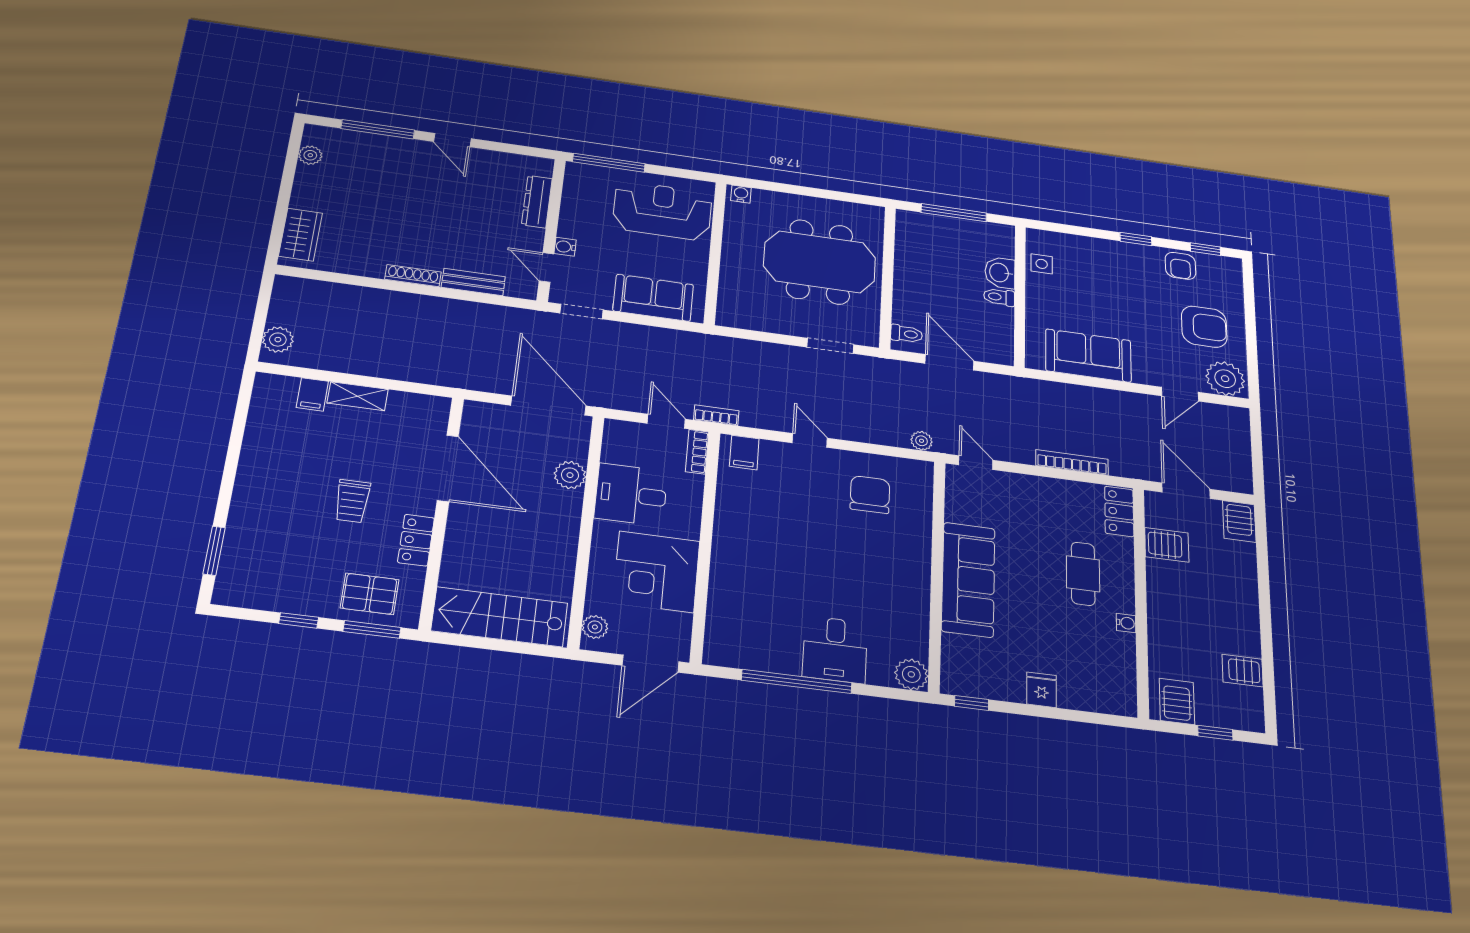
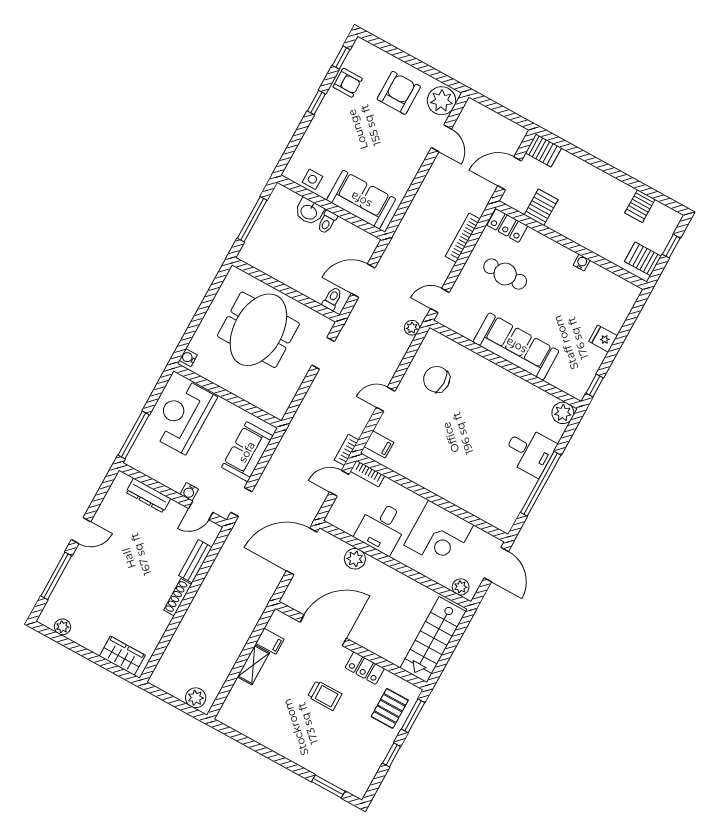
sofa: (1088, 356) -> (361, 200), moved, turned 90
filing cabinet: (312, 394) -> (270, 641), moved
cafe table: (1083, 574) -> (505, 274), moved

